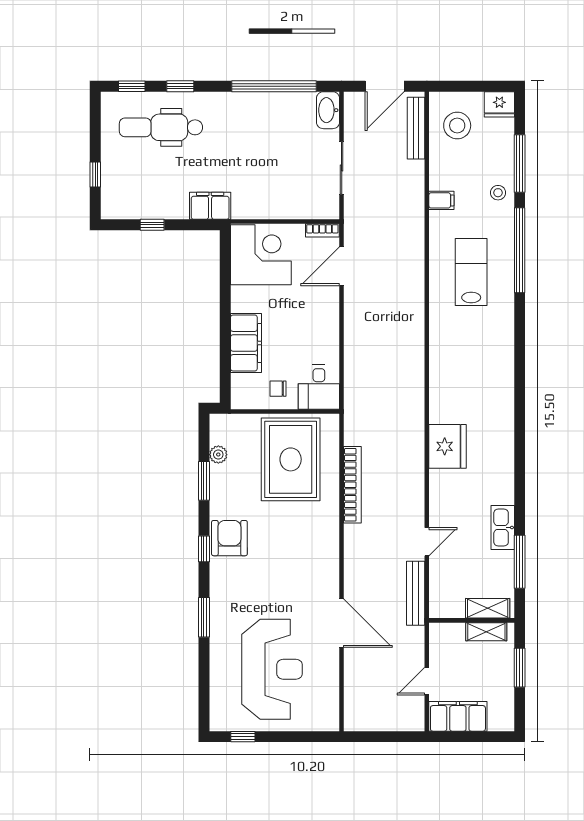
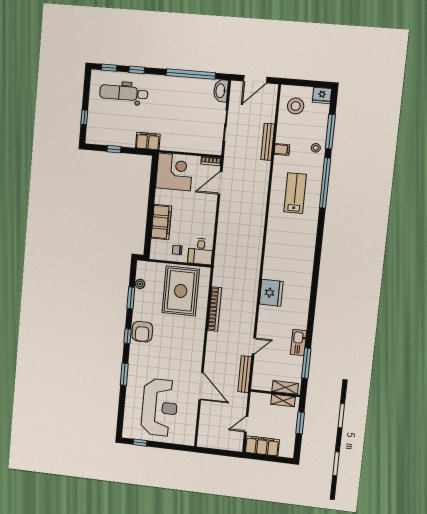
bench: (416, 128) -> (268, 142), moved
armchair: (229, 538) -> (142, 332), turned 180

